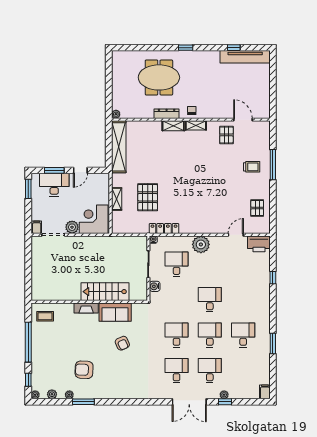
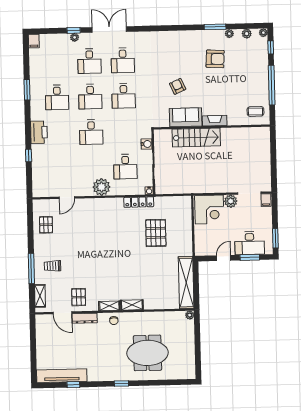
dresser: (167, 114) -> (85, 318), moved
shelving: (117, 199) -> (40, 296), moved
printer: (259, 244) -> (39, 132), moved, turned 90

